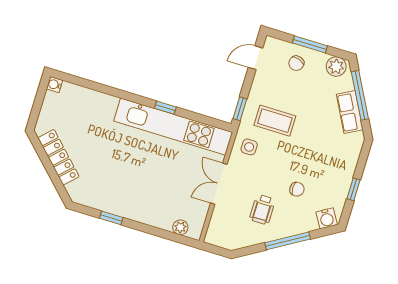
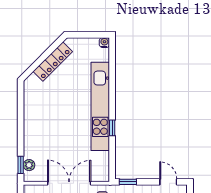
kitchen unit: (173, 127) -> (100, 106), moved
double door: (219, 184) -> (69, 183), width x1.37
window: (111, 218) -> (21, 165), moved

